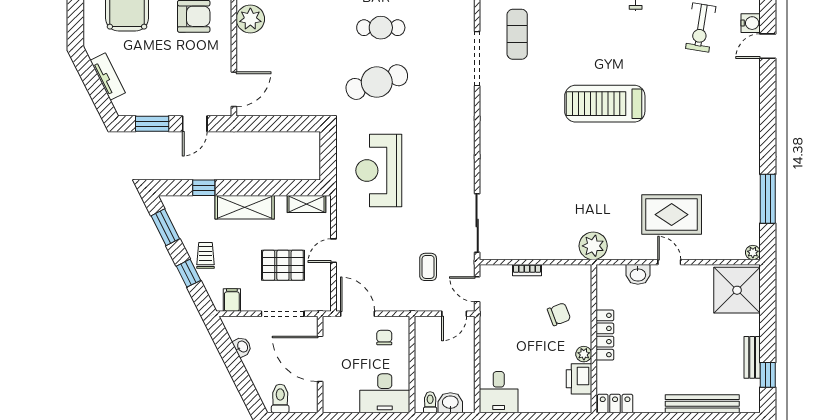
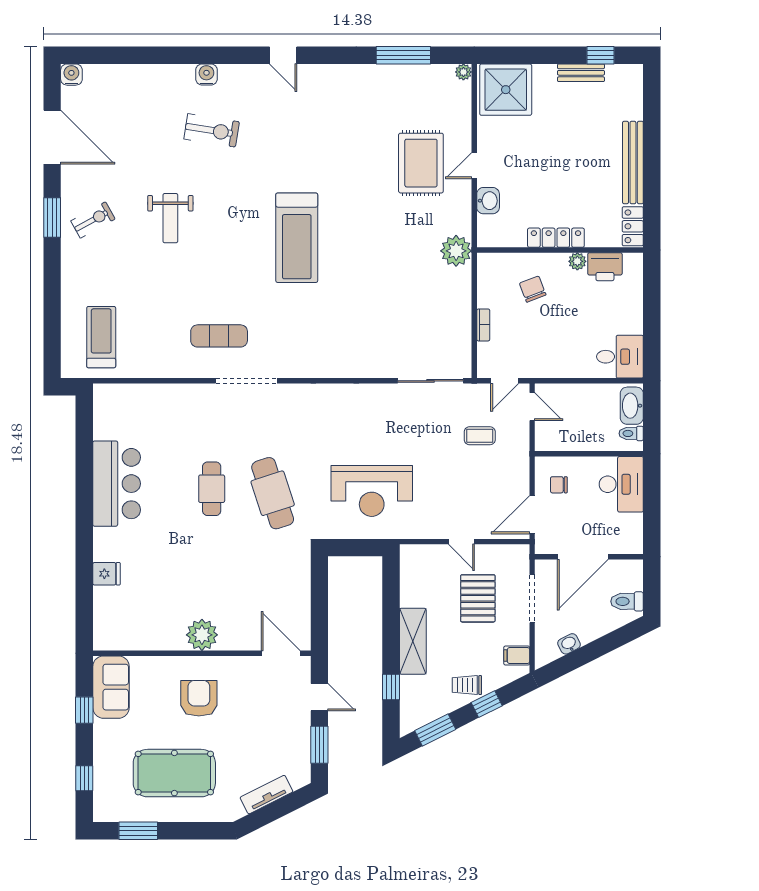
door: (768, 46) -> (283, 55), moved
shelving: (306, 204) -> (409, 572), removed
washbasin: (450, 403) -> (632, 406), width x1.38
bench: (702, 404) -> (633, 162), moved

